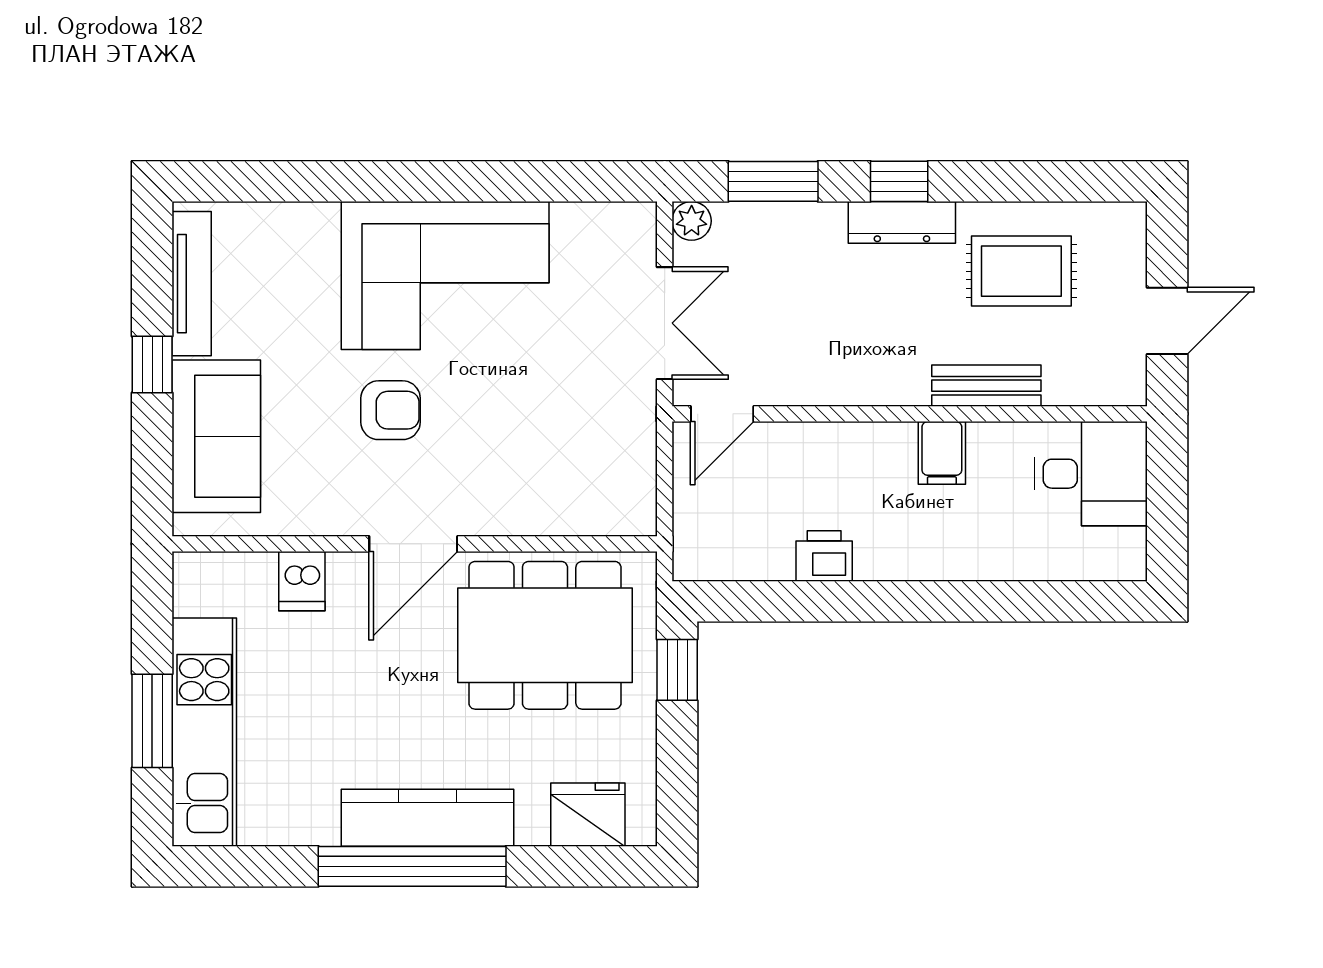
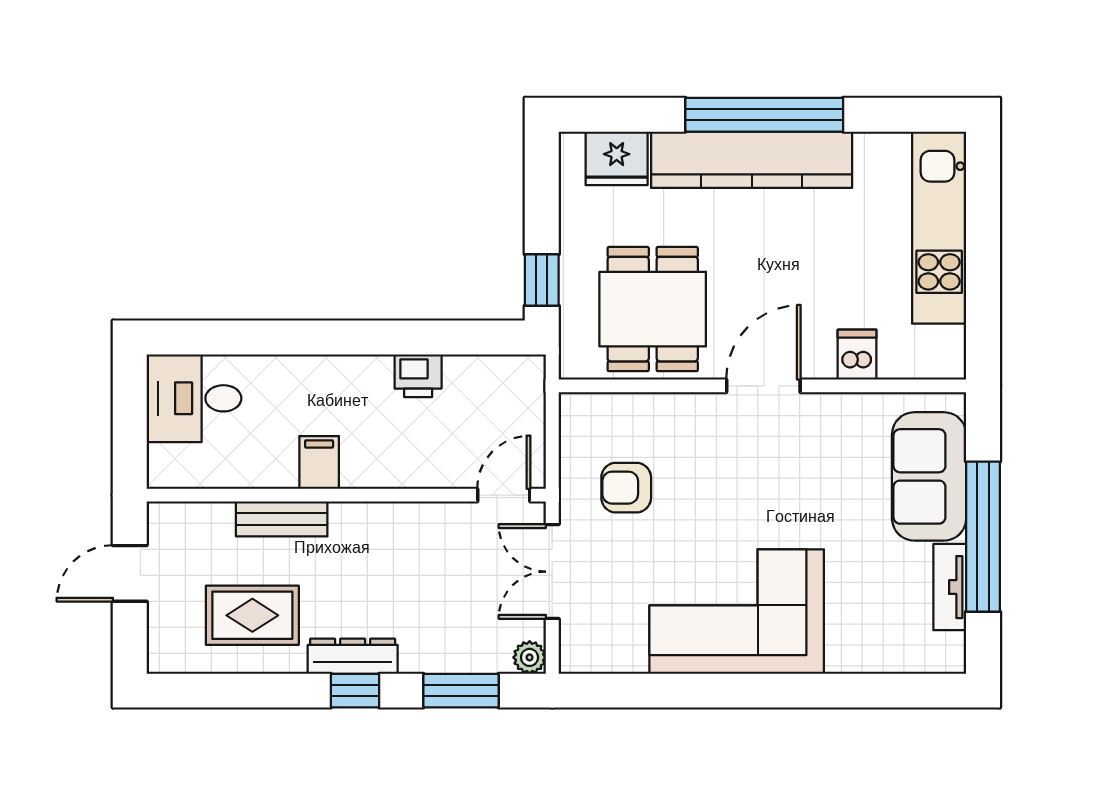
tv unit: (192, 284) -> (950, 587), width x0.71
window: (152, 365) -> (983, 537), width x3.17
armchair: (391, 410) -> (626, 488), moved
desk: (1091, 474) -> (194, 398), moved
dining table: (545, 635) -> (653, 309), width x0.73
window: (152, 721) -> (983, 237), removed
kitchen counter: (427, 818) -> (752, 160), width x1.39, depth x1.17

